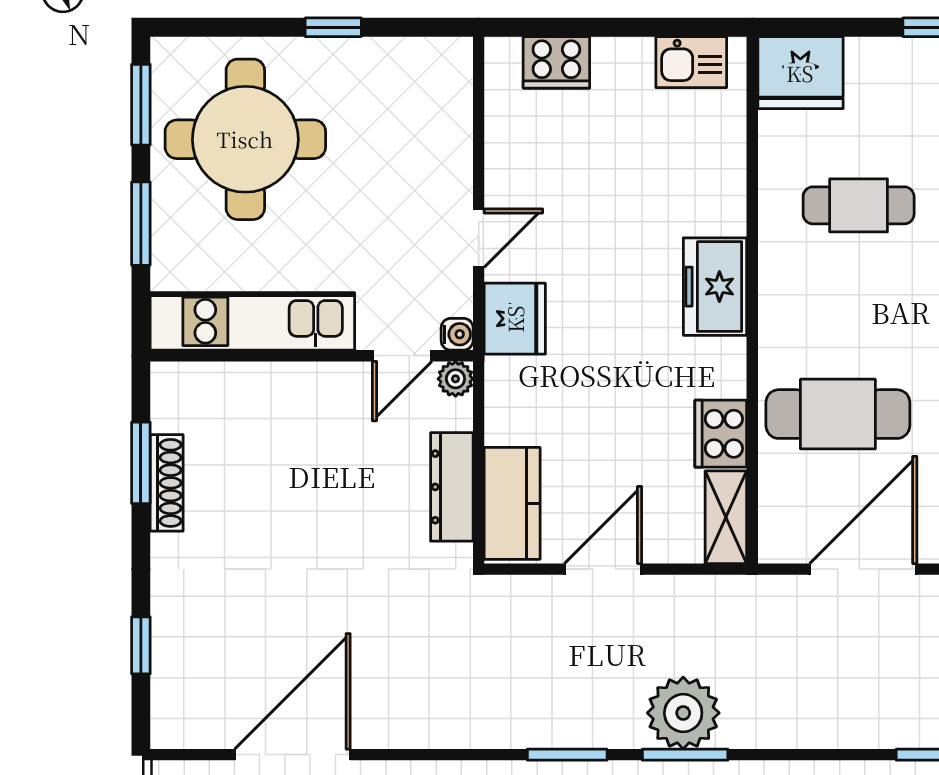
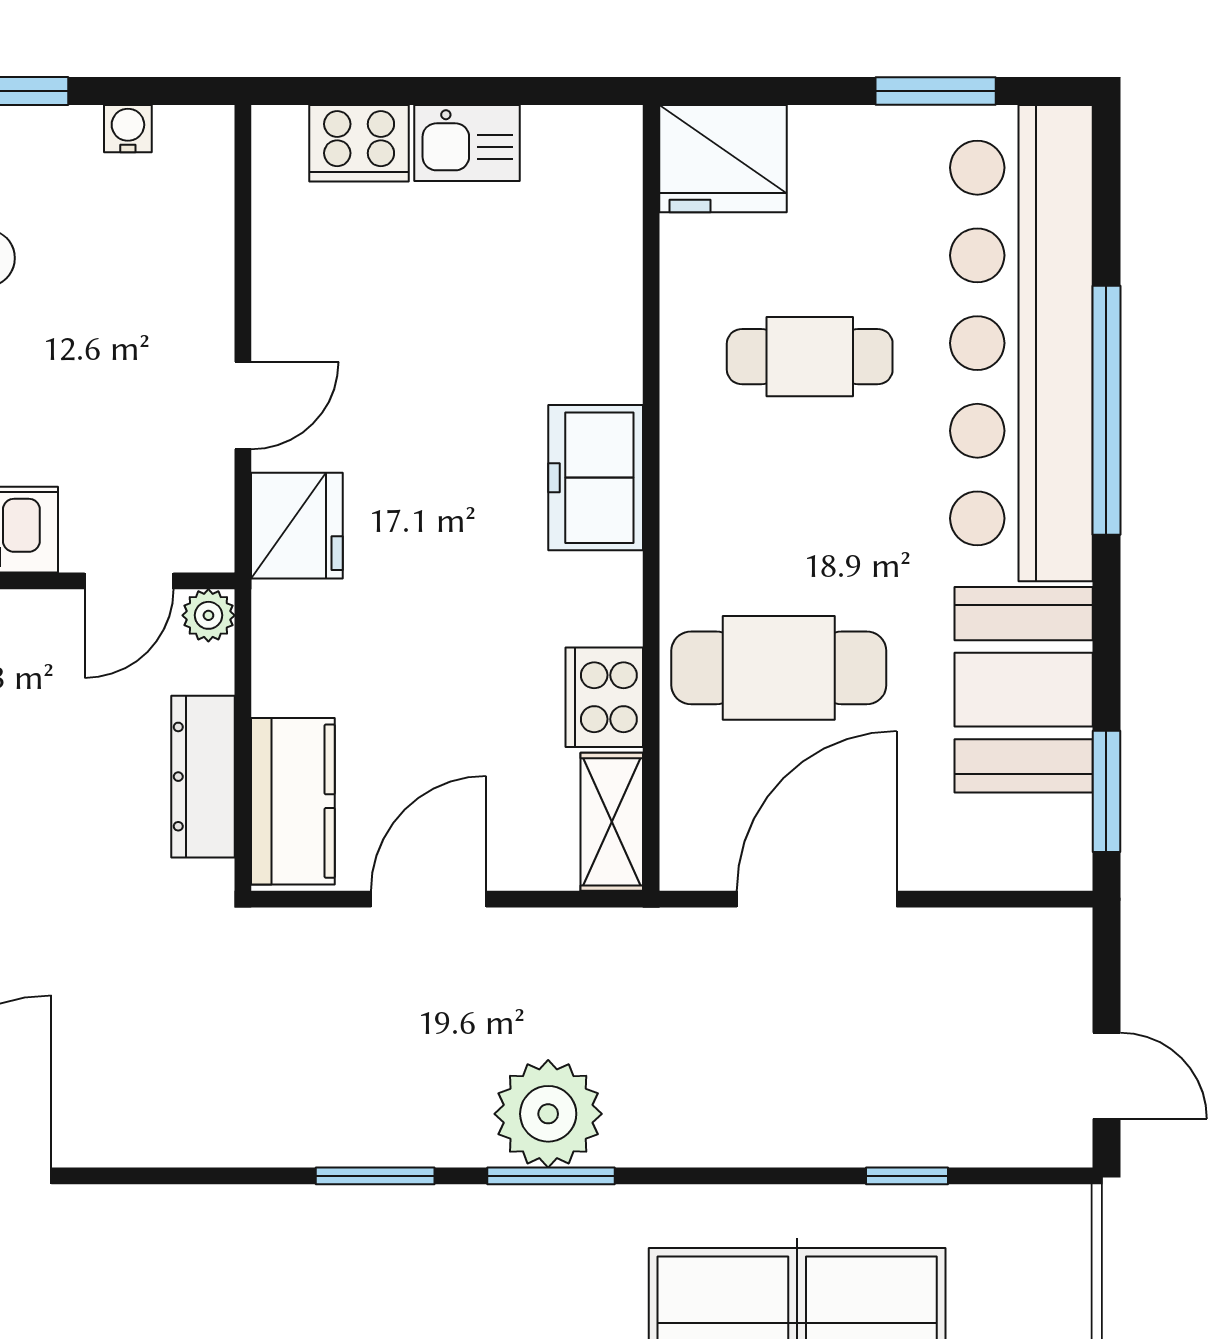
kitchen sink: (691, 62) -> (467, 143), moved
water cooler: (457, 334) -> (128, 129), moved, turned -90

